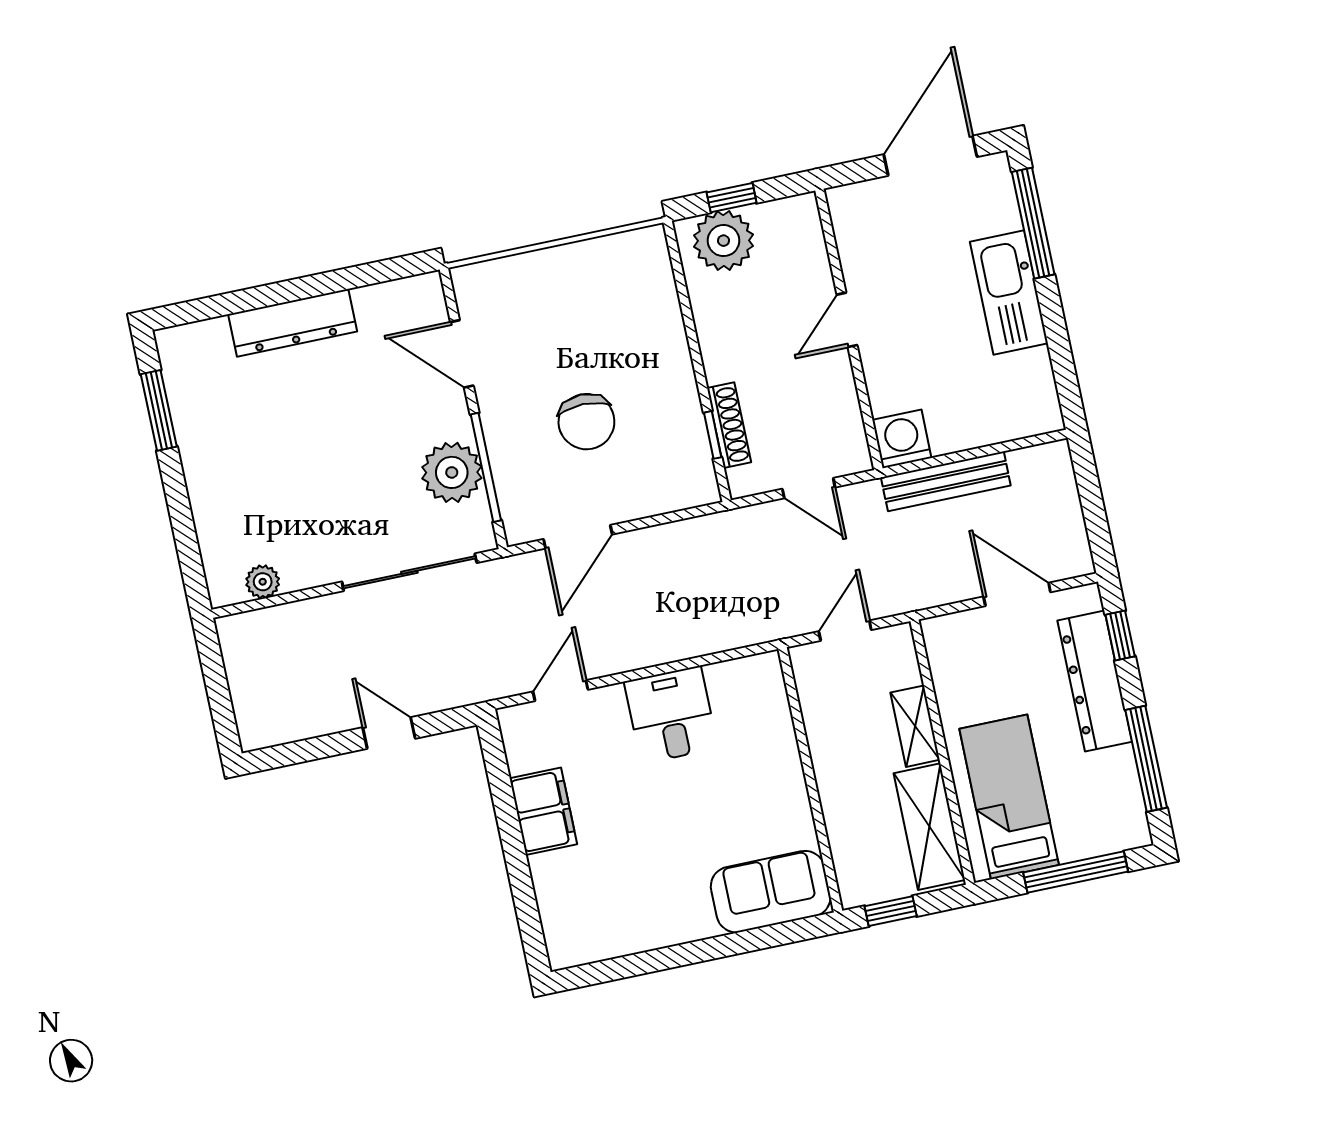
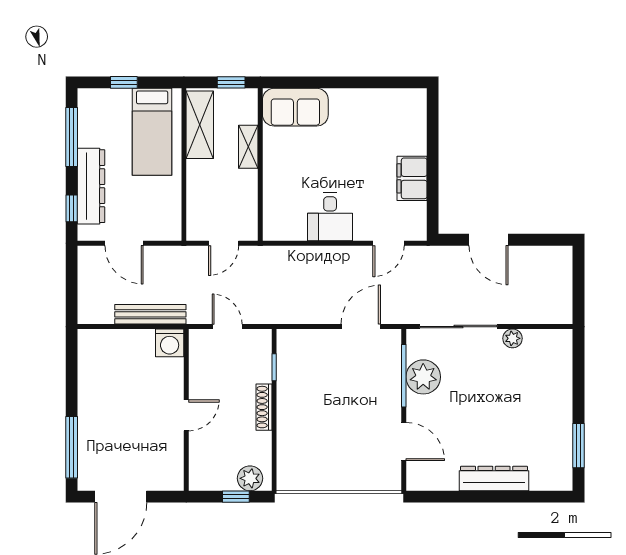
plant: (724, 241) -> (250, 478), width x0.73, depth x0.73
kitchen sink: (1009, 292) -> (93, 412), removed
chair: (586, 422) -> (343, 389), removed
shoe rack: (729, 425) -> (264, 407), moved
plant: (263, 582) -> (513, 338), moved
shelving: (915, 726) -> (248, 147), moved
door: (389, 733) -> (488, 240), width x1.37
window: (1076, 872) -> (124, 82), width x0.46

